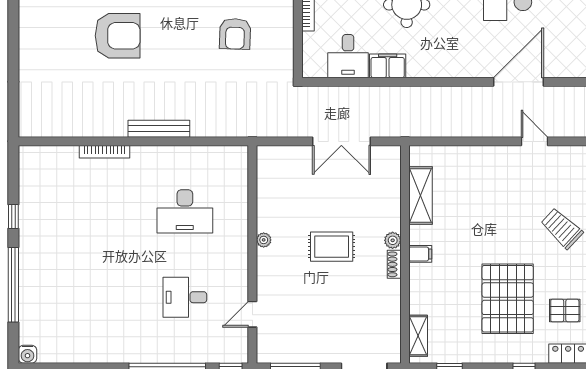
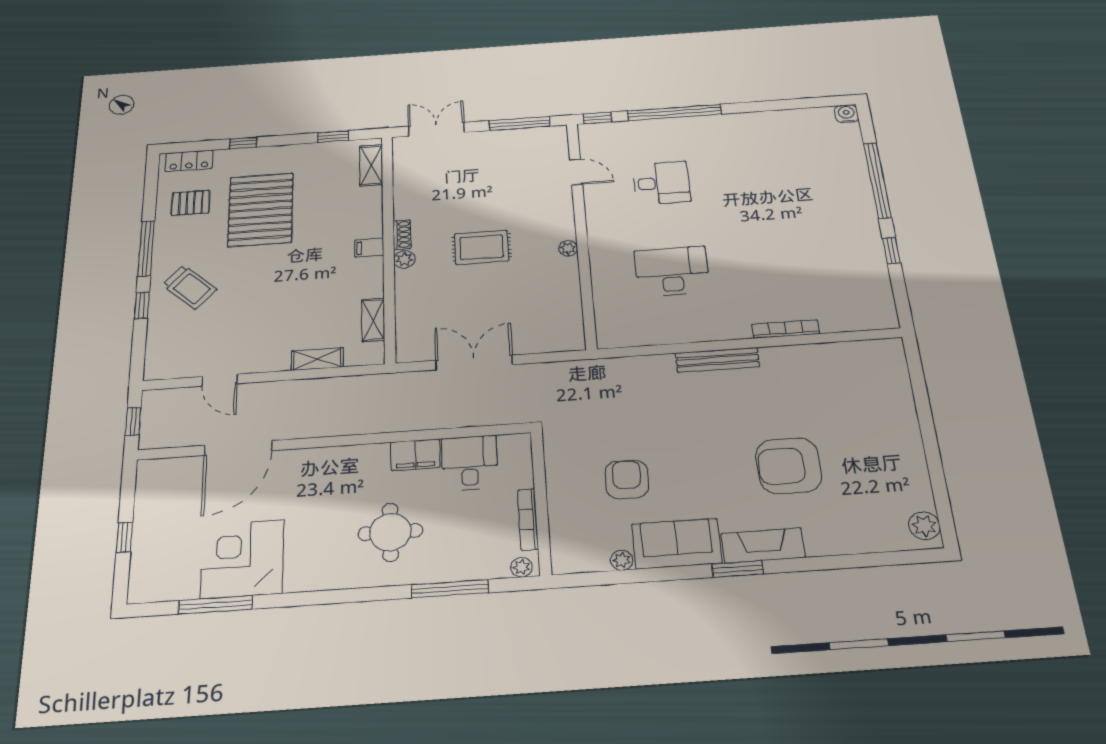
shelving: (460, 154) -> (317, 359), added
shelving: (421, 195) -> (373, 320), width x0.67, depth x0.75
door: (252, 314) -> (576, 172), hinge flipped

